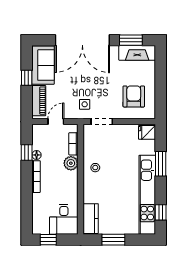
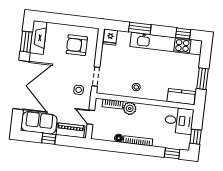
window: (27, 152) -> (172, 153), moved

